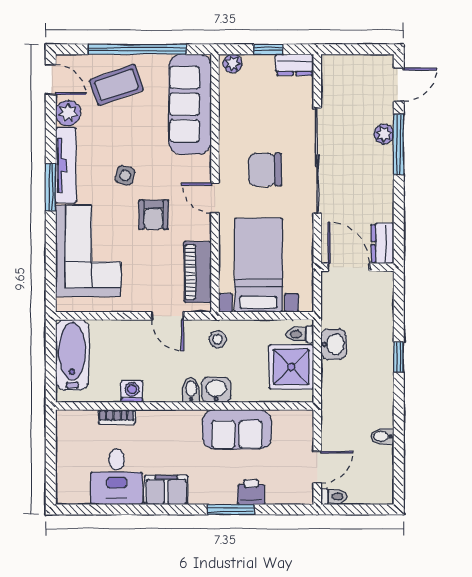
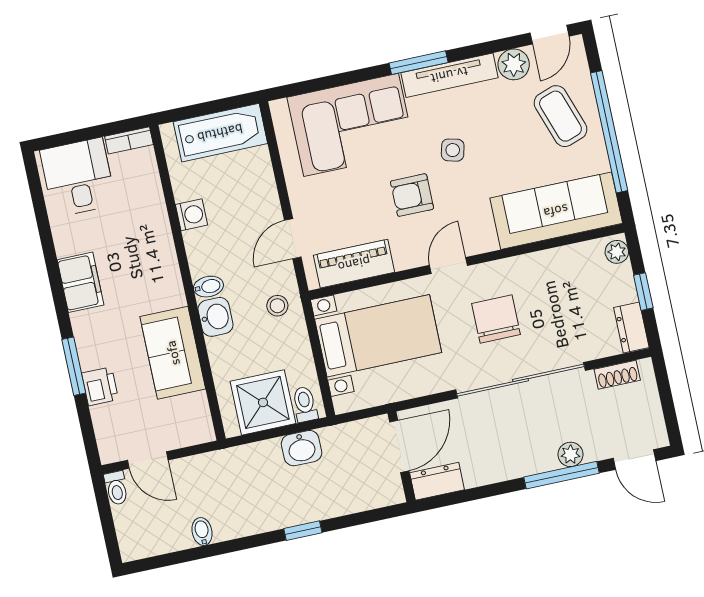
shoe rack: (329, 84) -> (617, 375), added
bookcase: (117, 417) -> (129, 140), moved, turned -90
desk: (117, 477) -> (78, 177), moved, turned 90

